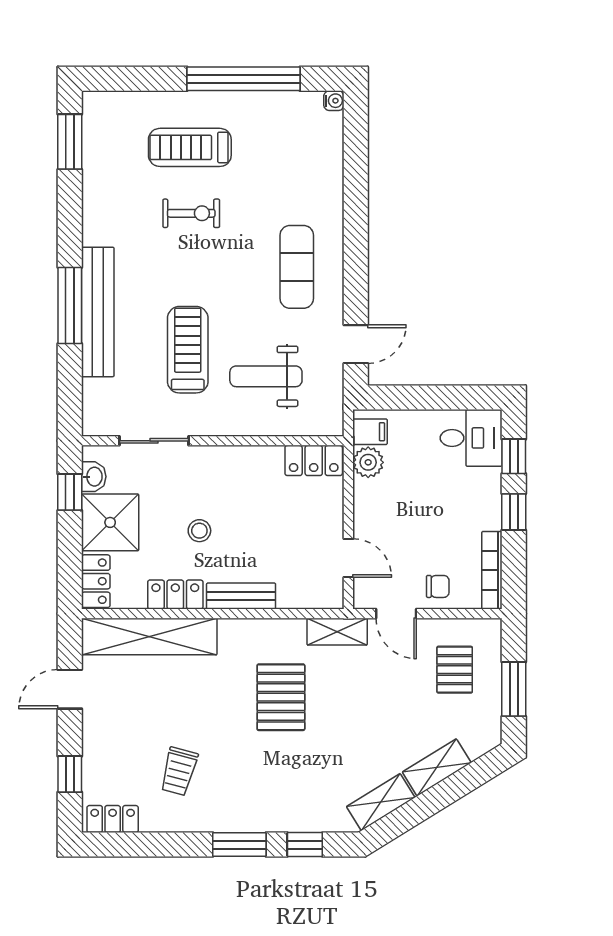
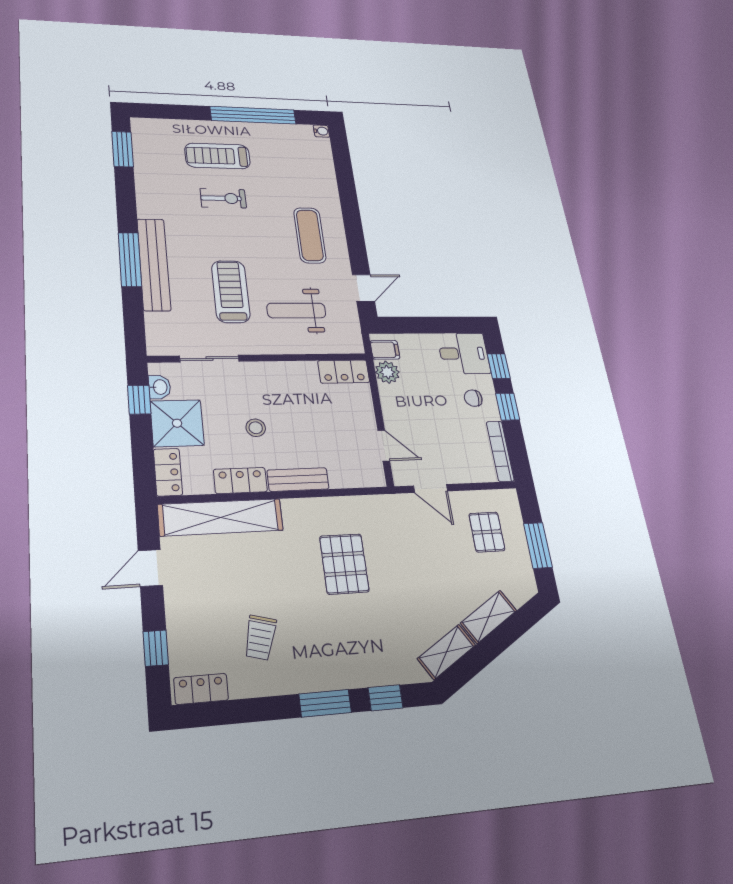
chair: (438, 586) -> (473, 398), moved, turned 180
shelving: (337, 632) -> (384, 505), removed

